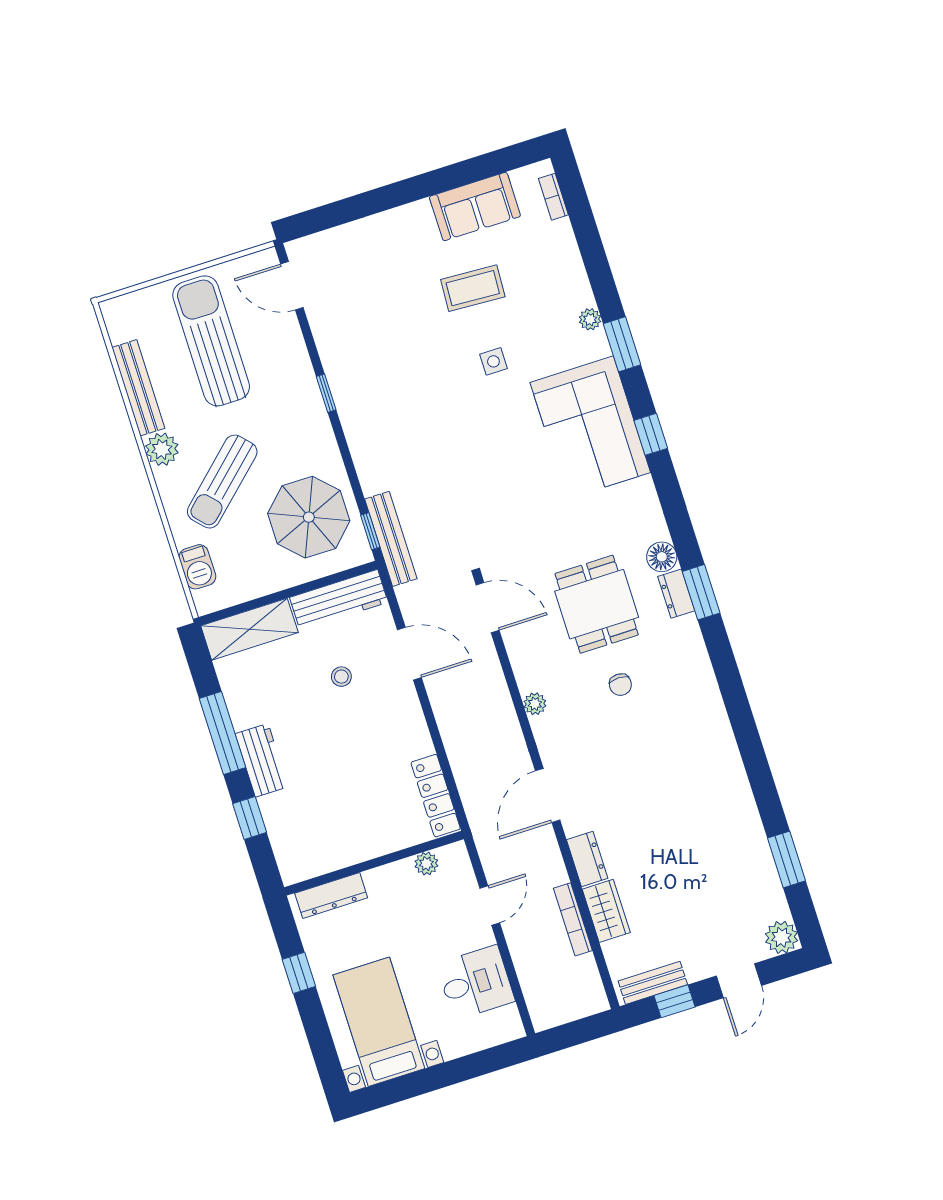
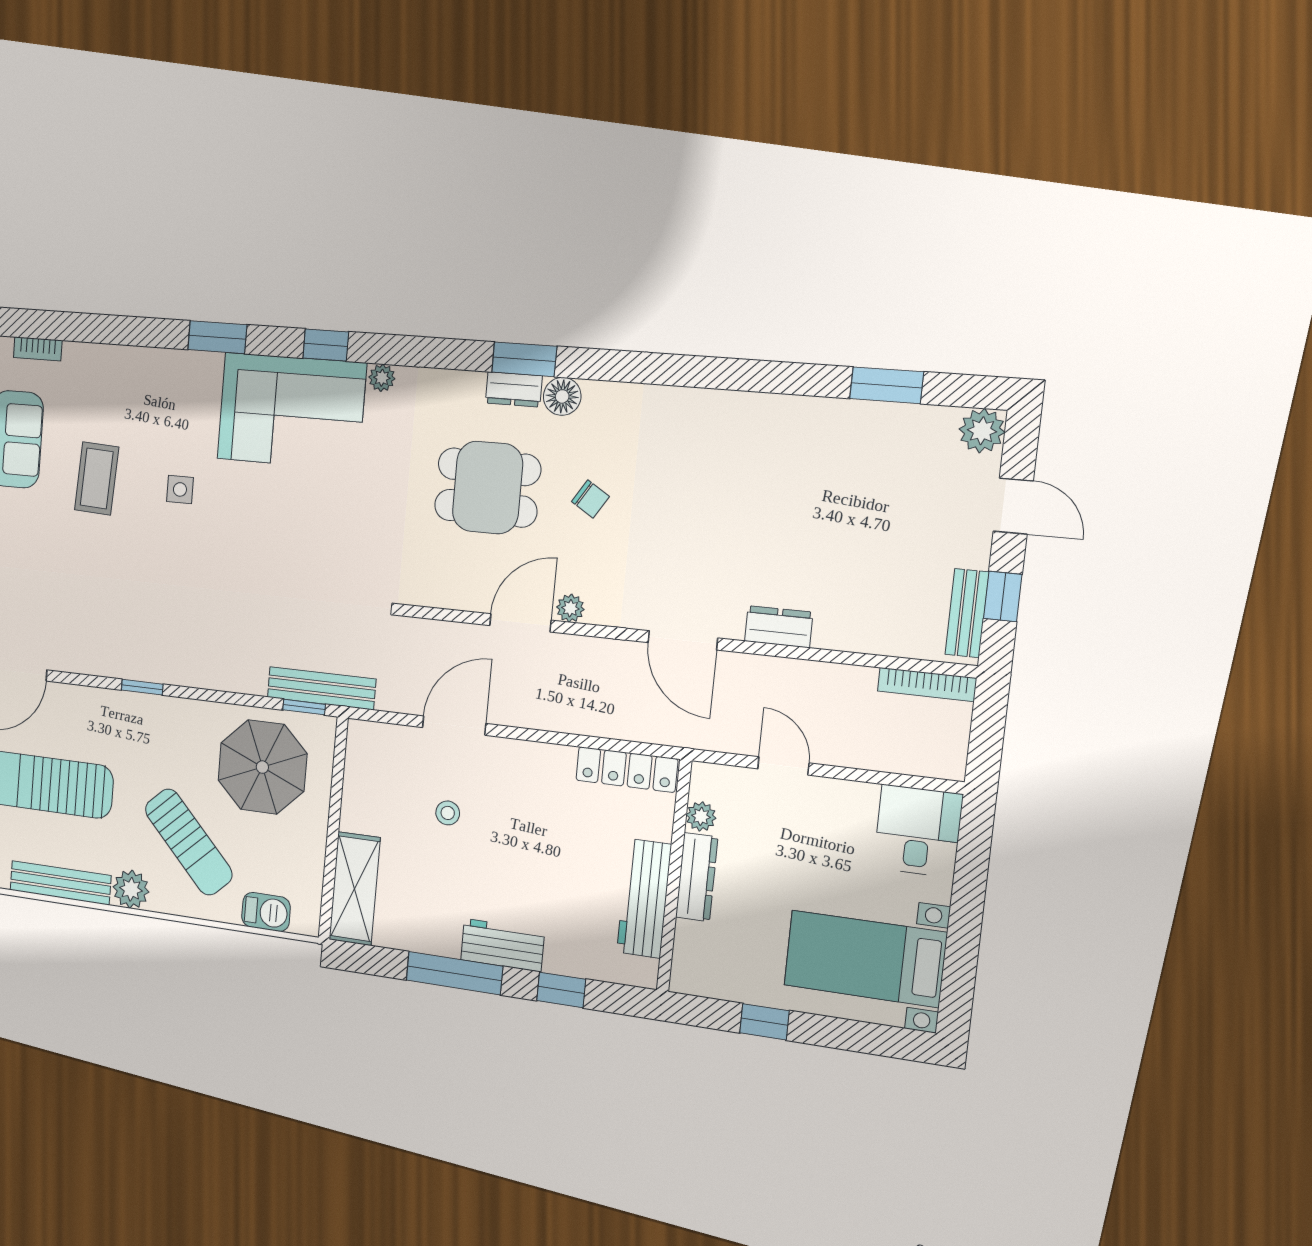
plant: (590, 319) -> (382, 378), moved
floor lamp: (662, 557) -> (562, 396), moved
workbench: (339, 600) -> (644, 898), moved, turned 180
door: (488, 608) -> (520, 623), moved
chair: (620, 685) -> (590, 499), turned 32
dresser: (331, 896) -> (697, 877), moved
wardrobe: (606, 911) -> (852, 631), removed
bookcase: (573, 919) -> (927, 685), moved
desk: (476, 983) -> (918, 831), moved

